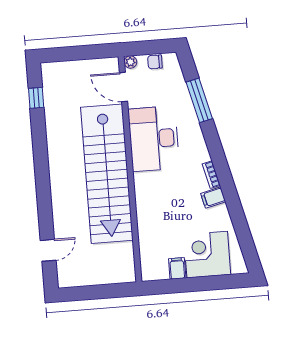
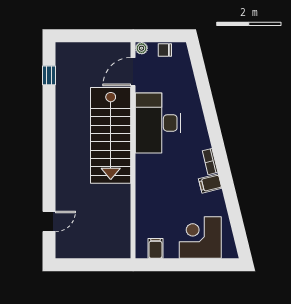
door: (124, 87) -> (133, 72), hinge flipped
window: (199, 100) -> (204, 90), removed
stairs: (107, 174) -> (111, 135), width x0.73
filing cabinet: (177, 268) -> (155, 248), moved

